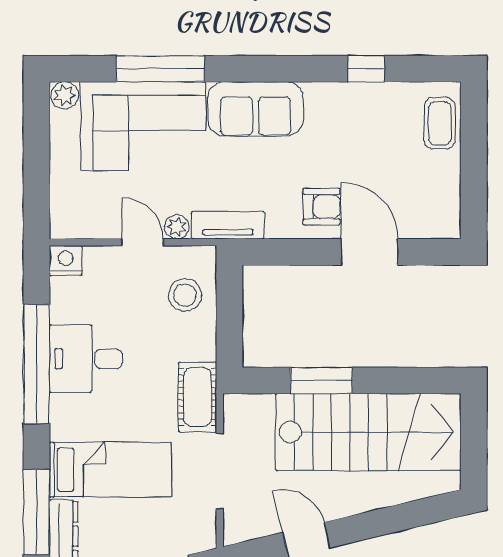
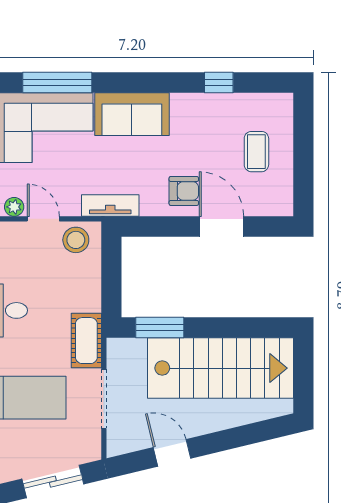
coffee table: (440, 123) -> (256, 152), moved
plant: (177, 227) -> (14, 207), moved
stool: (185, 295) -> (76, 240), moved
window: (321, 381) -> (160, 328), moved

